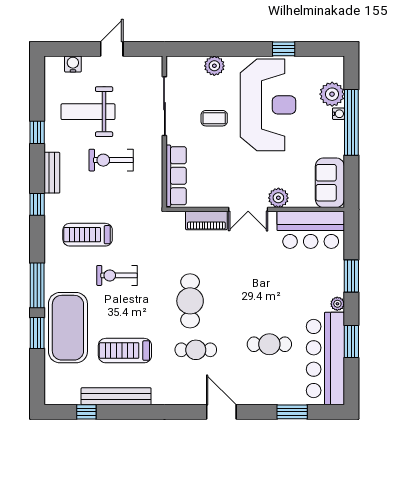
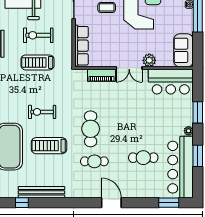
treadmill: (88, 235) -> (37, 62), moved
treadmill: (125, 351) -> (49, 146), moved
window: (292, 412) -> (169, 203), moved

